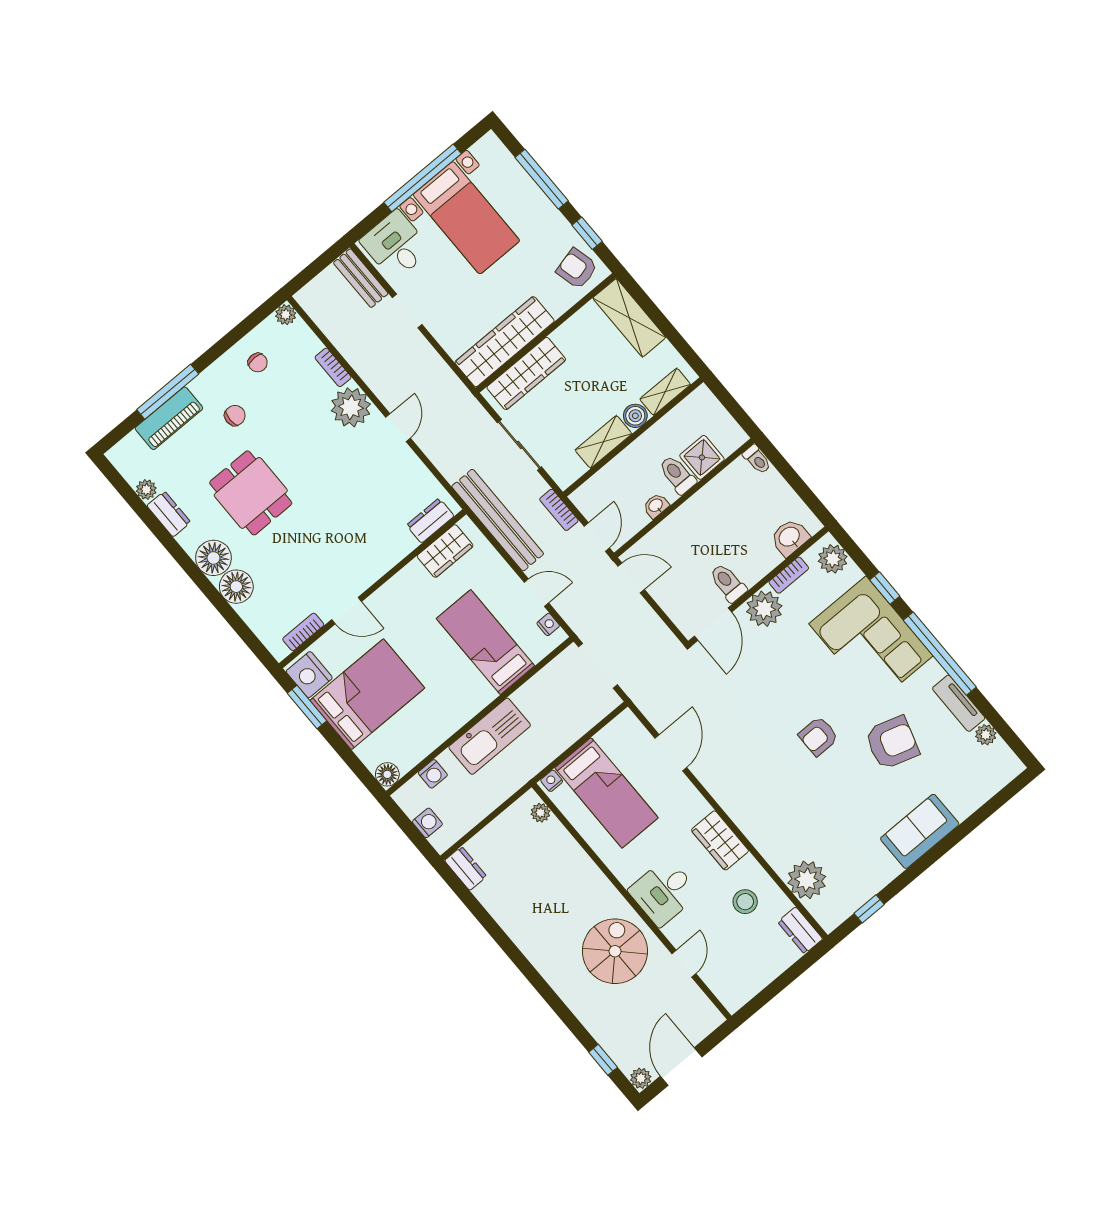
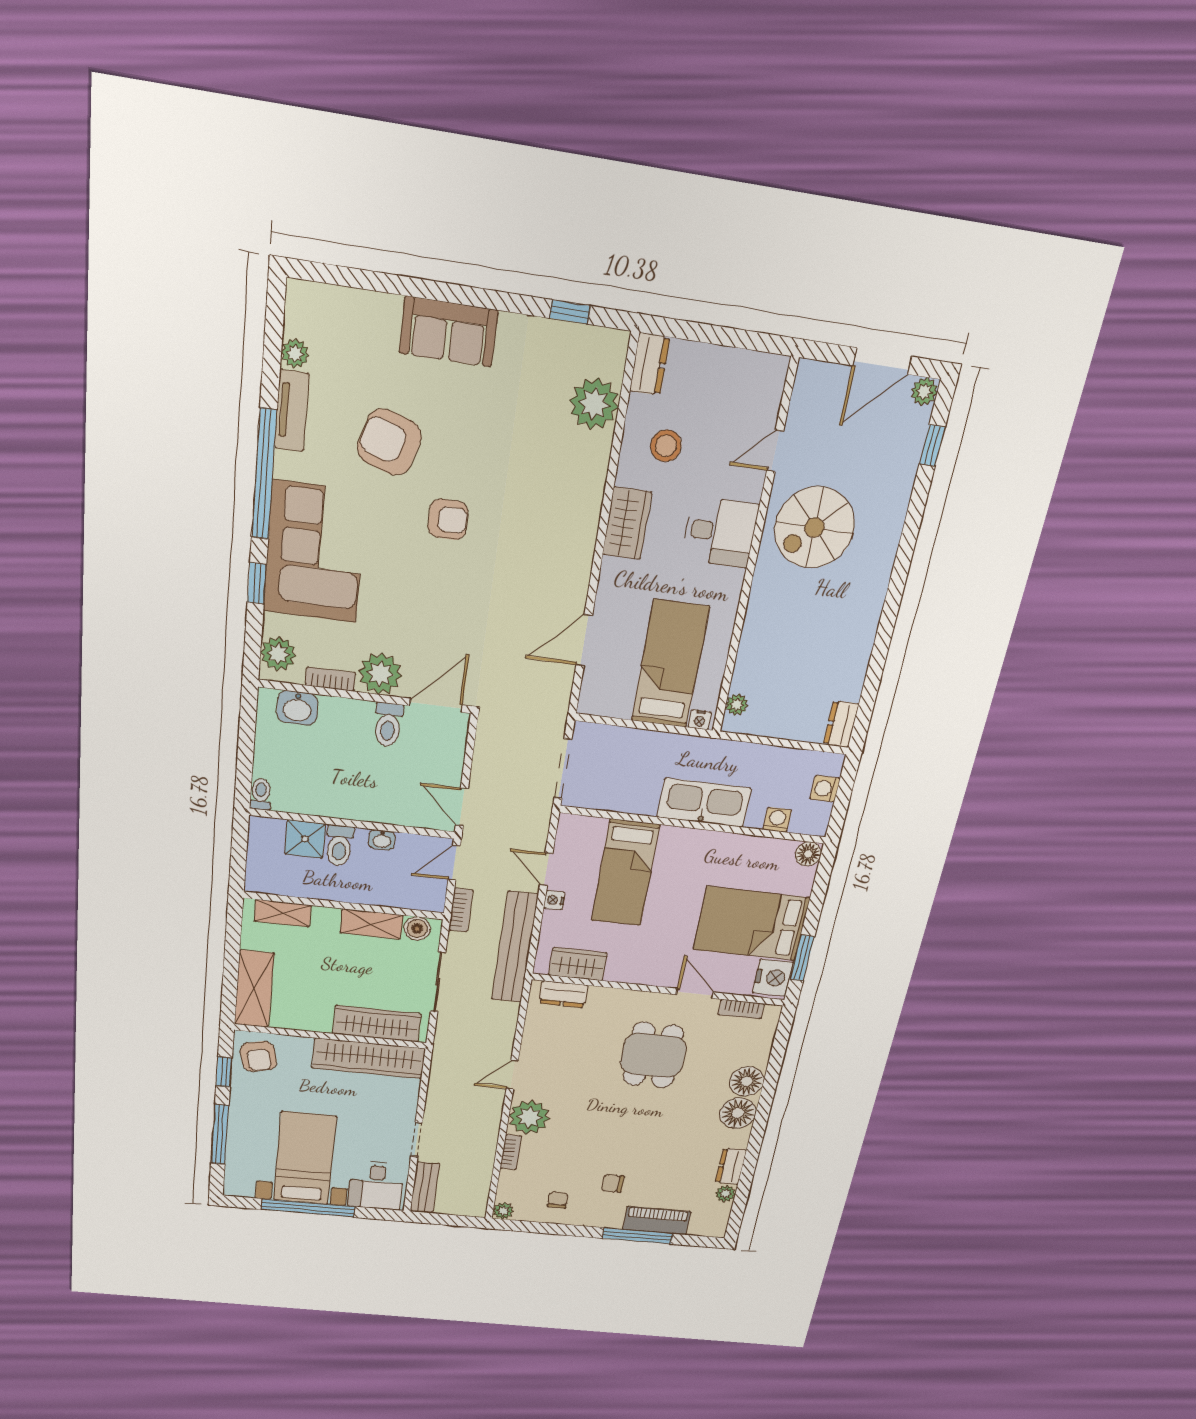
boiler: (635, 416) -> (417, 928), moved
dining table: (251, 493) -> (653, 1055), moved
nightstand: (548, 624) -> (554, 900), moved

